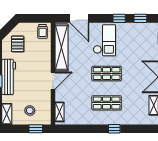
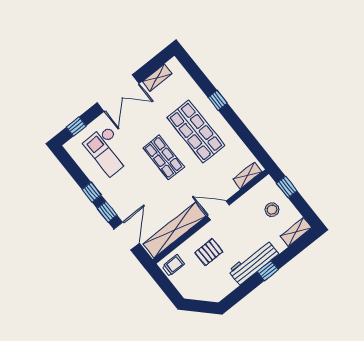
window: (140, 18) -> (107, 212), moved
checkout: (104, 40) -> (108, 151), moved, turned -90
pallet: (18, 44) -> (209, 252), moved
shop shelf: (107, 103) -> (196, 132), width x1.43, depth x1.36

